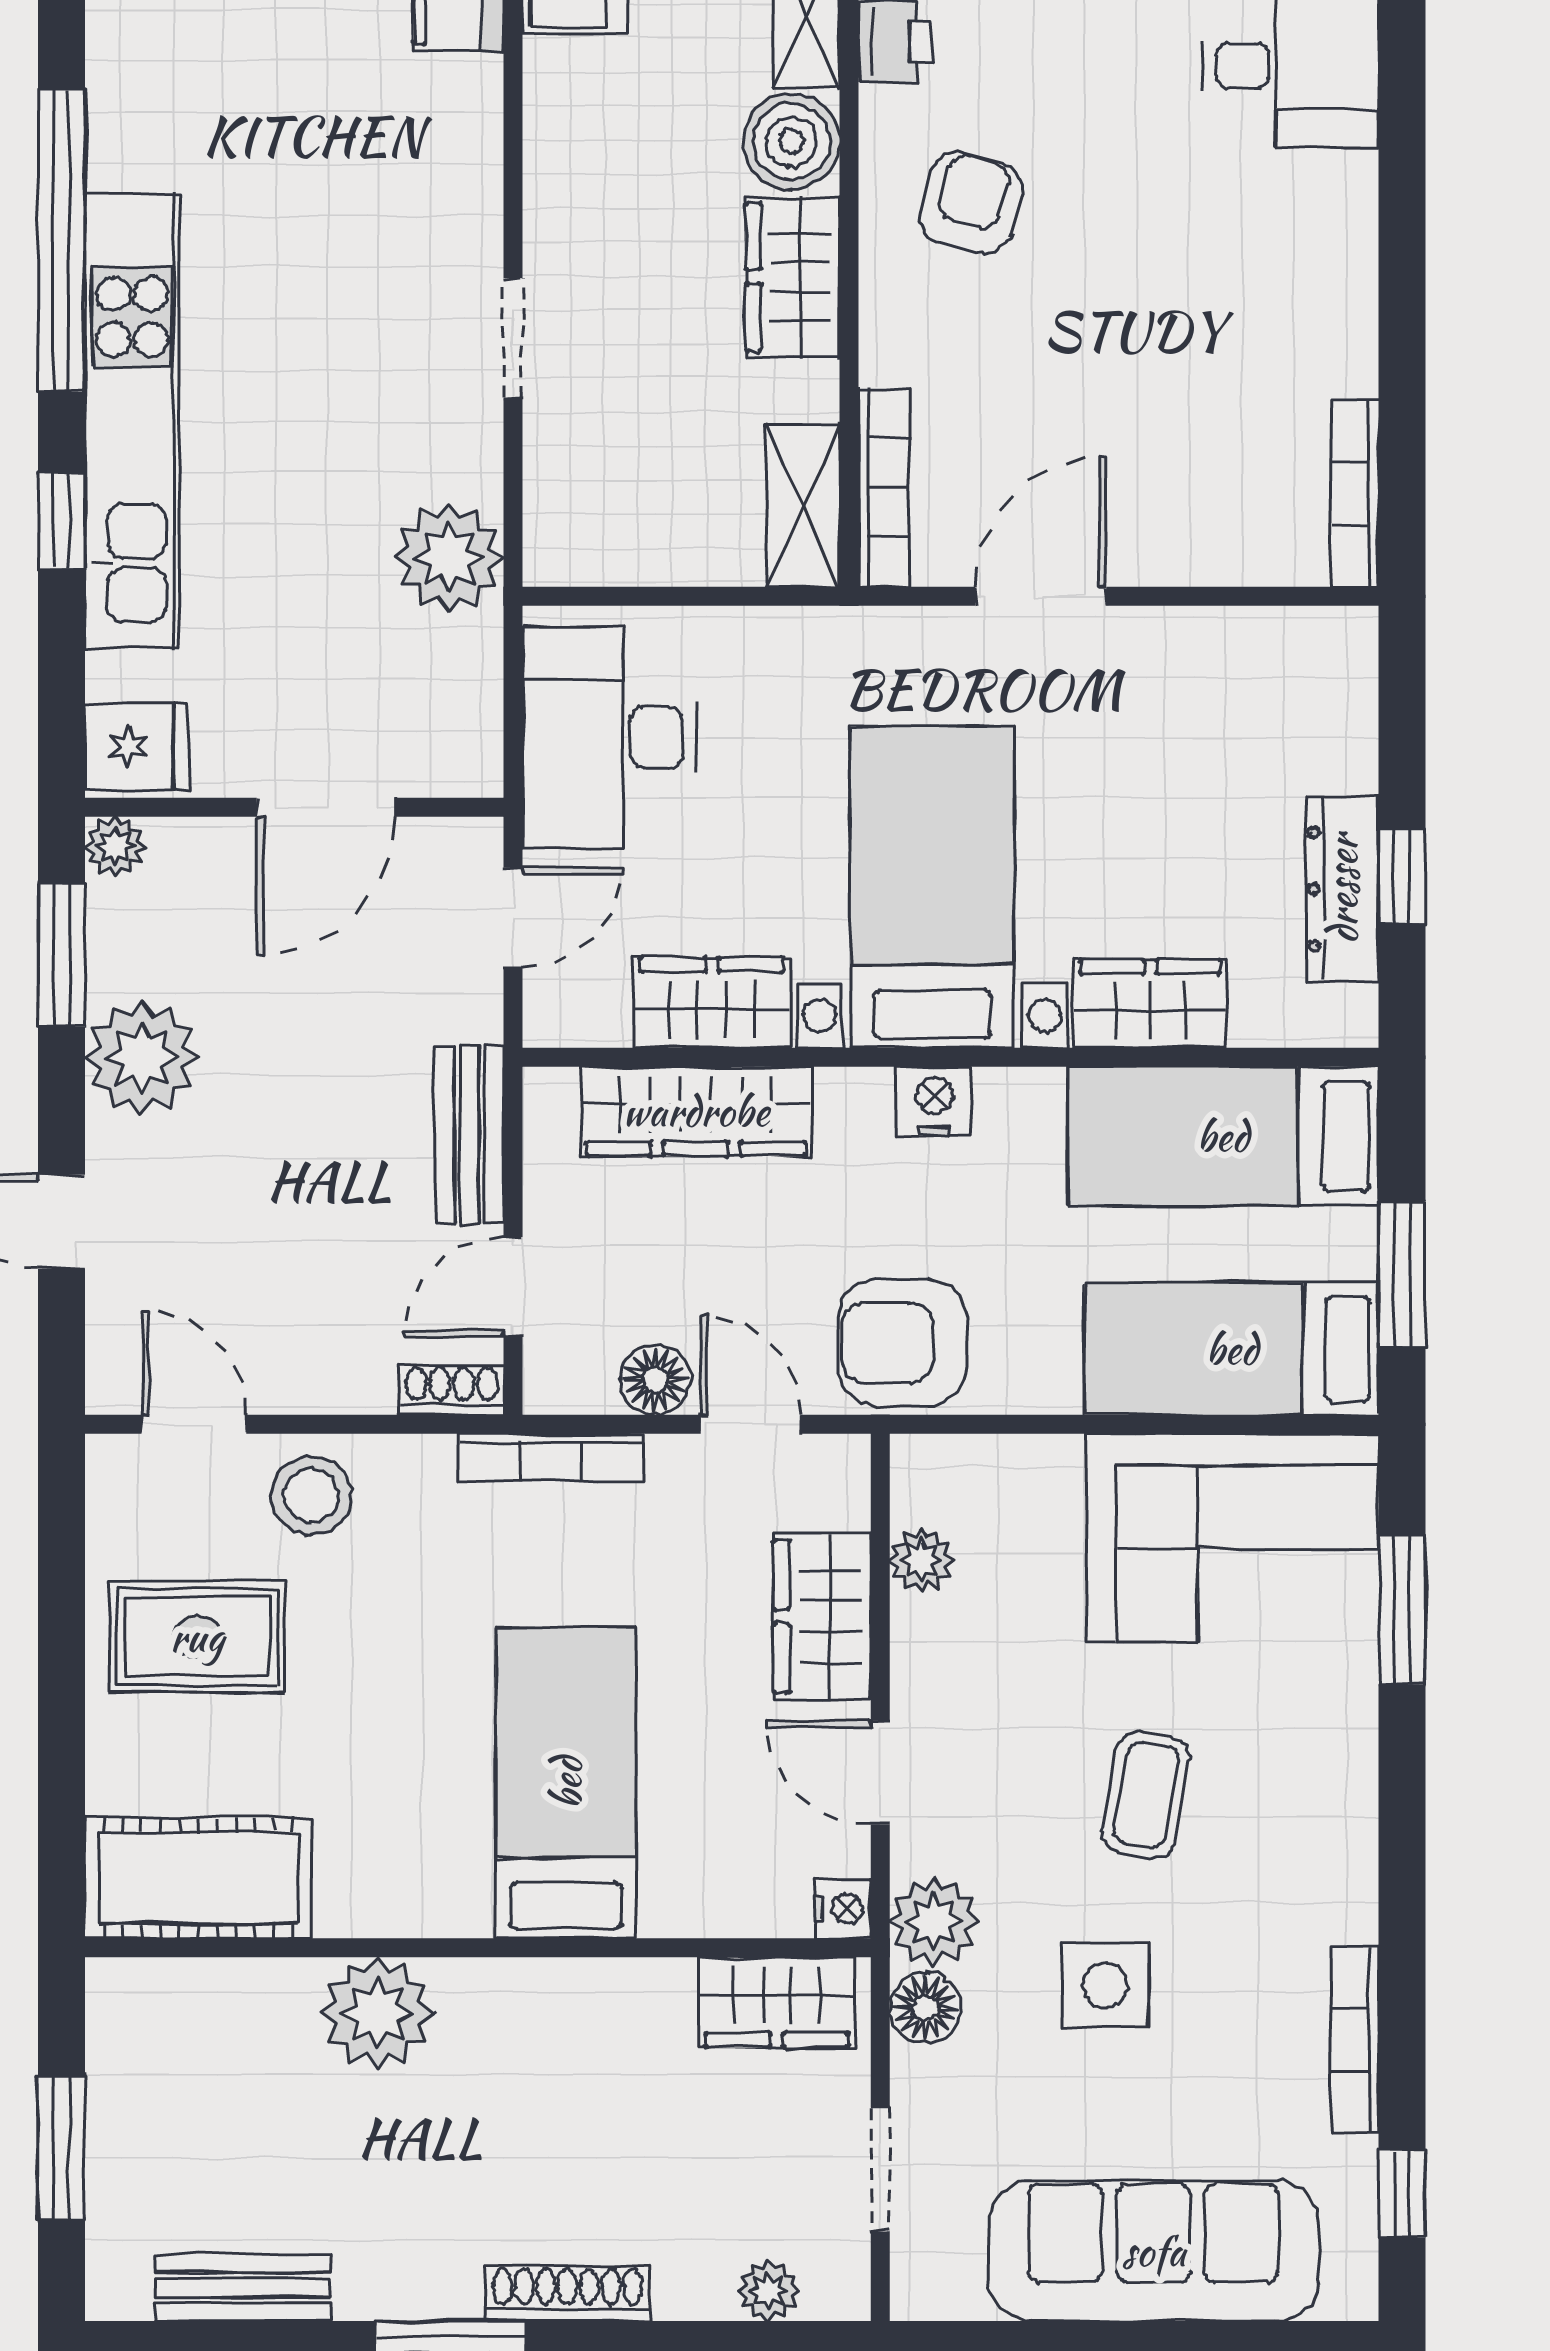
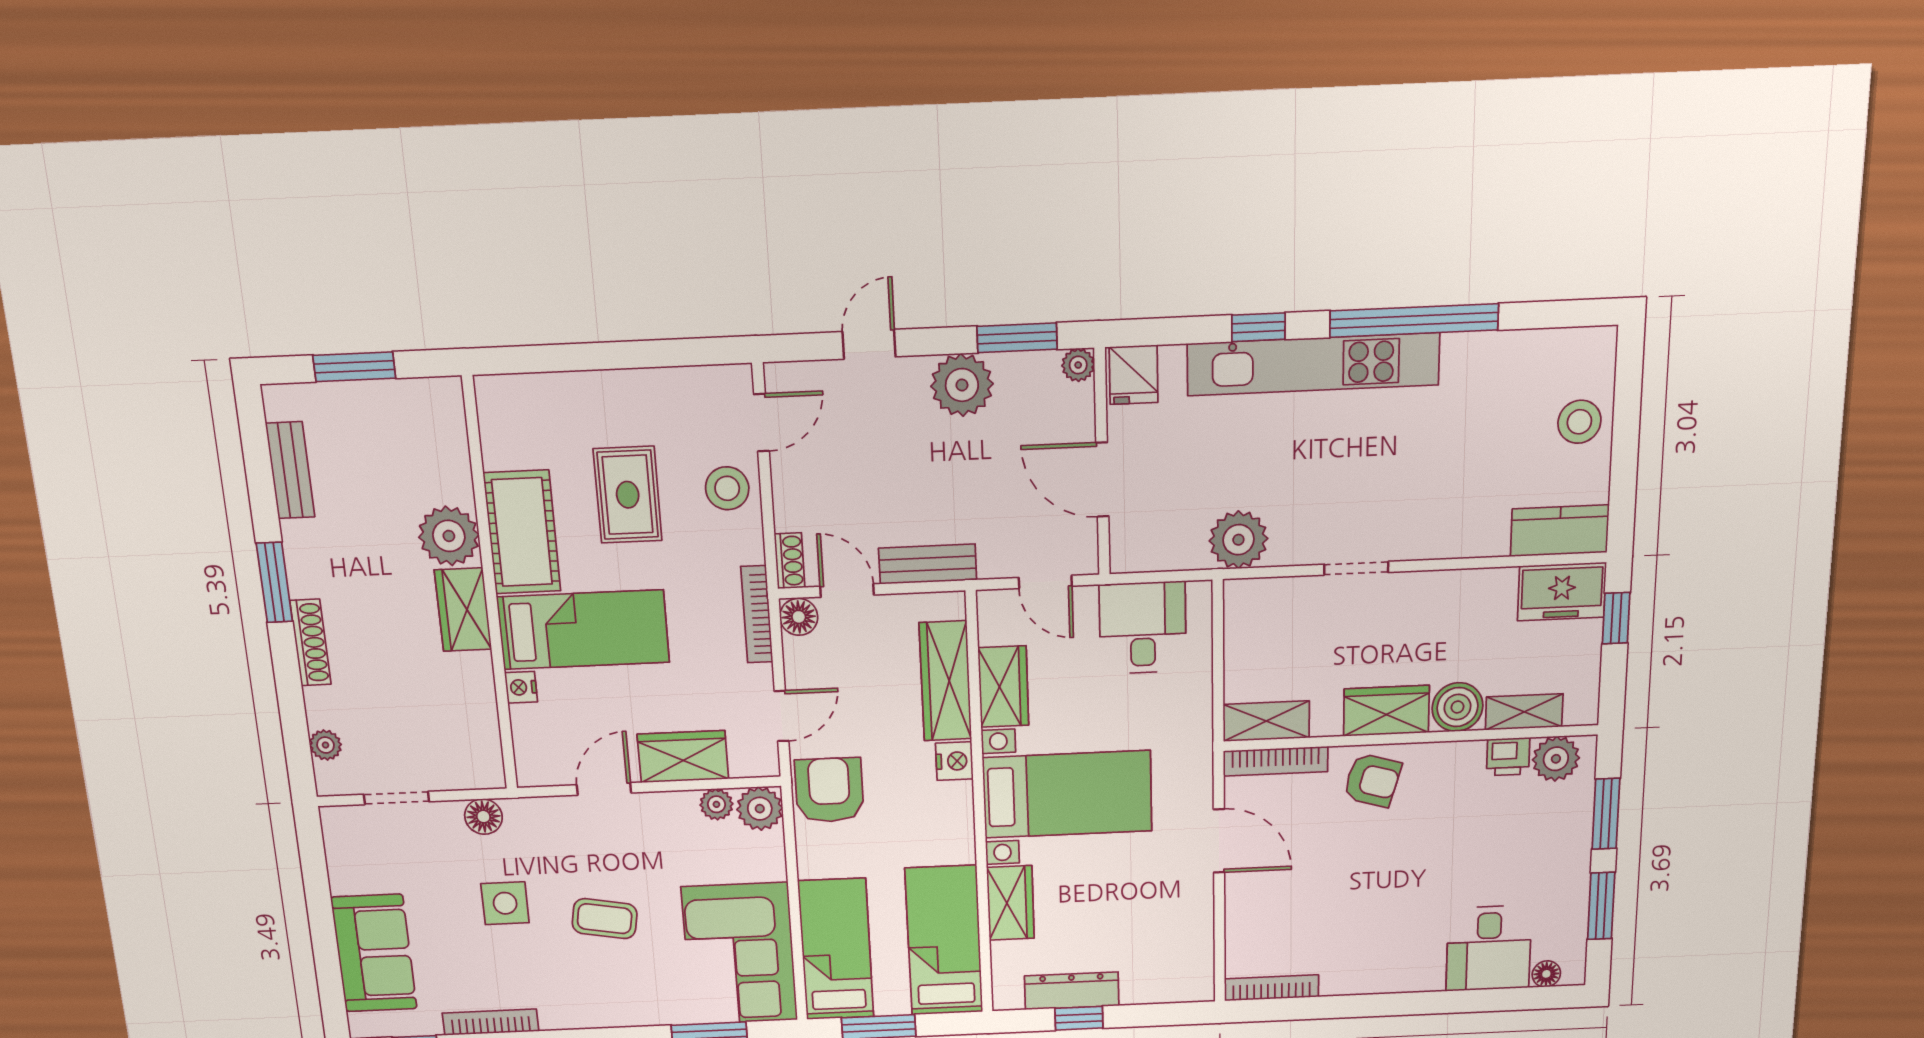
armchair: (971, 203) -> (1372, 780), moved
desk: (609, 737) -> (1143, 628), width x0.73
nightstand: (934, 1101) -> (954, 761), moved
floor lamp: (655, 1380) -> (799, 617), moved
rug: (197, 1637) -> (628, 495), moved
cot: (198, 1878) -> (522, 532), moved
nightstand: (843, 1908) -> (521, 687), moved, turned 90
plant: (934, 1921) -> (760, 809), moved
wardrobe: (777, 2002) -> (463, 610), moved
sofa: (1154, 2251) -> (374, 953), width x0.73

